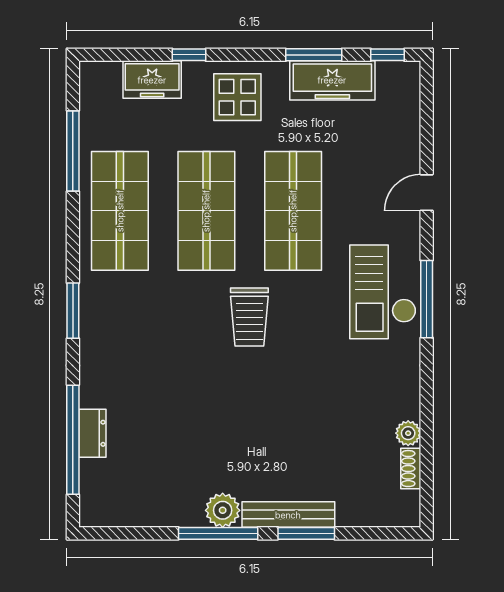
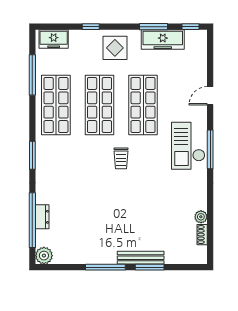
freezer: (152, 80) -> (54, 39), moved
trolley: (249, 317) -> (121, 158), width x0.73, depth x0.72
plant: (223, 510) -> (44, 256), moved

